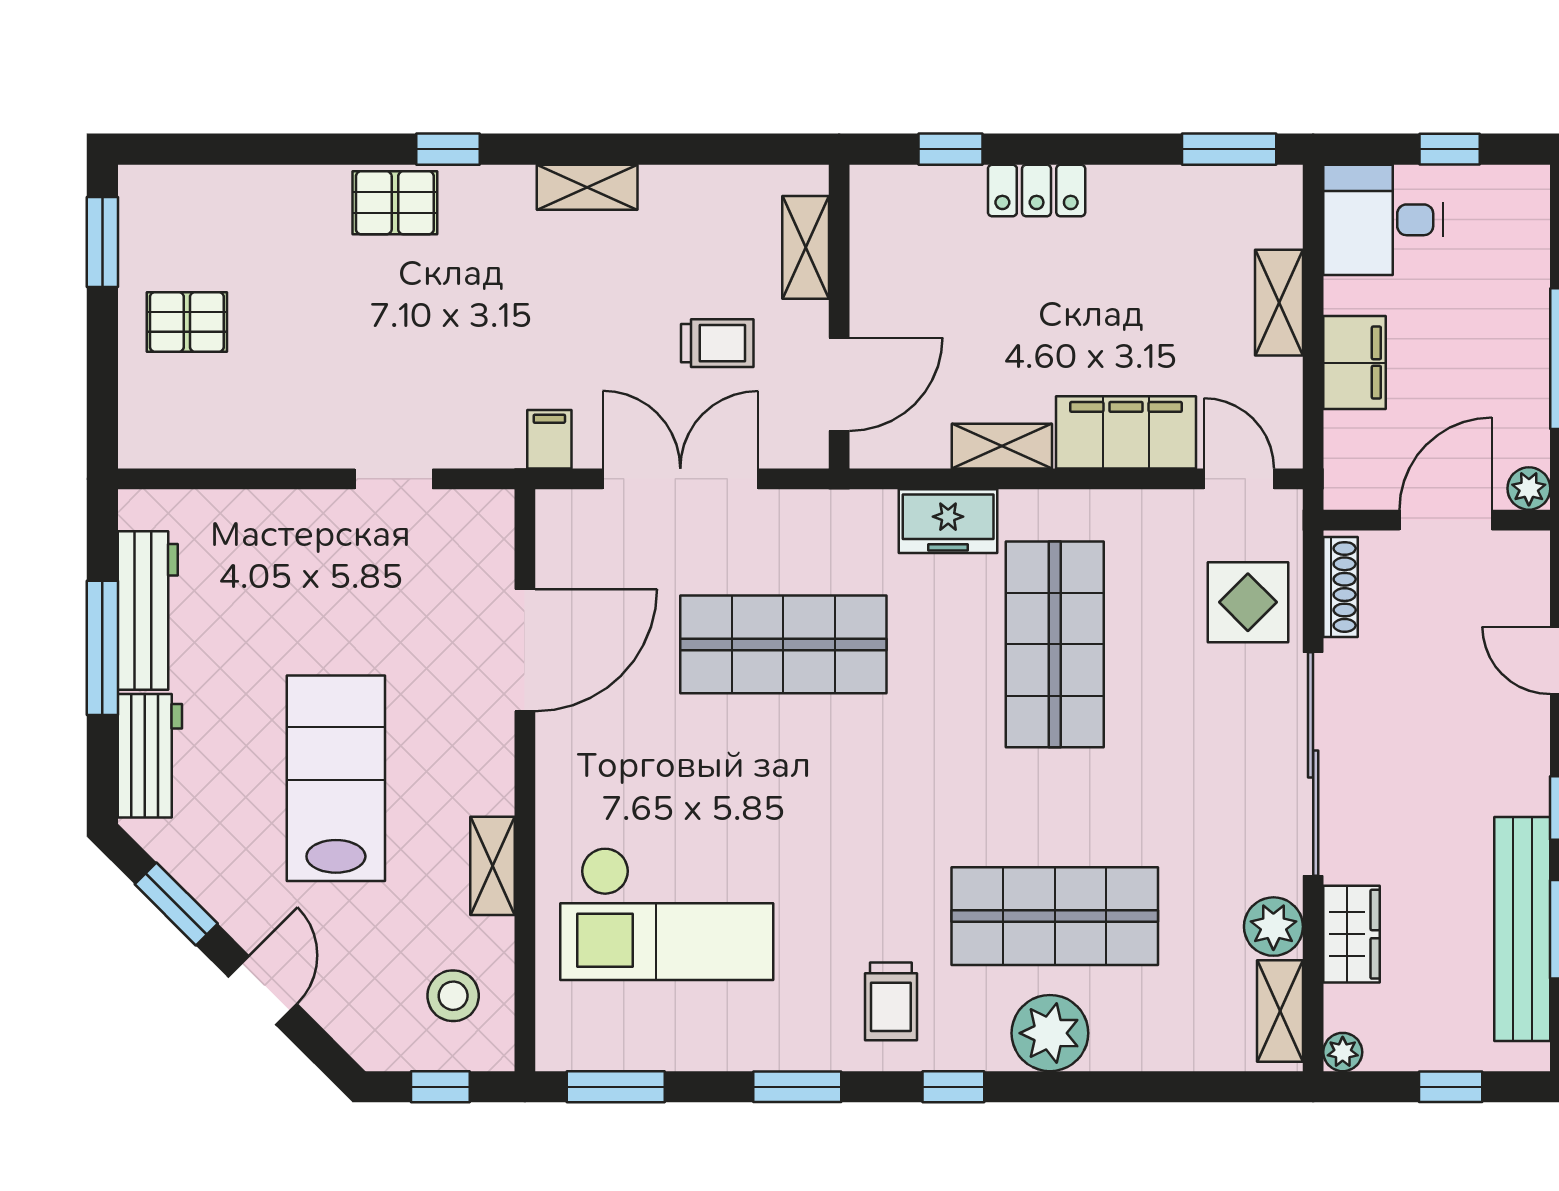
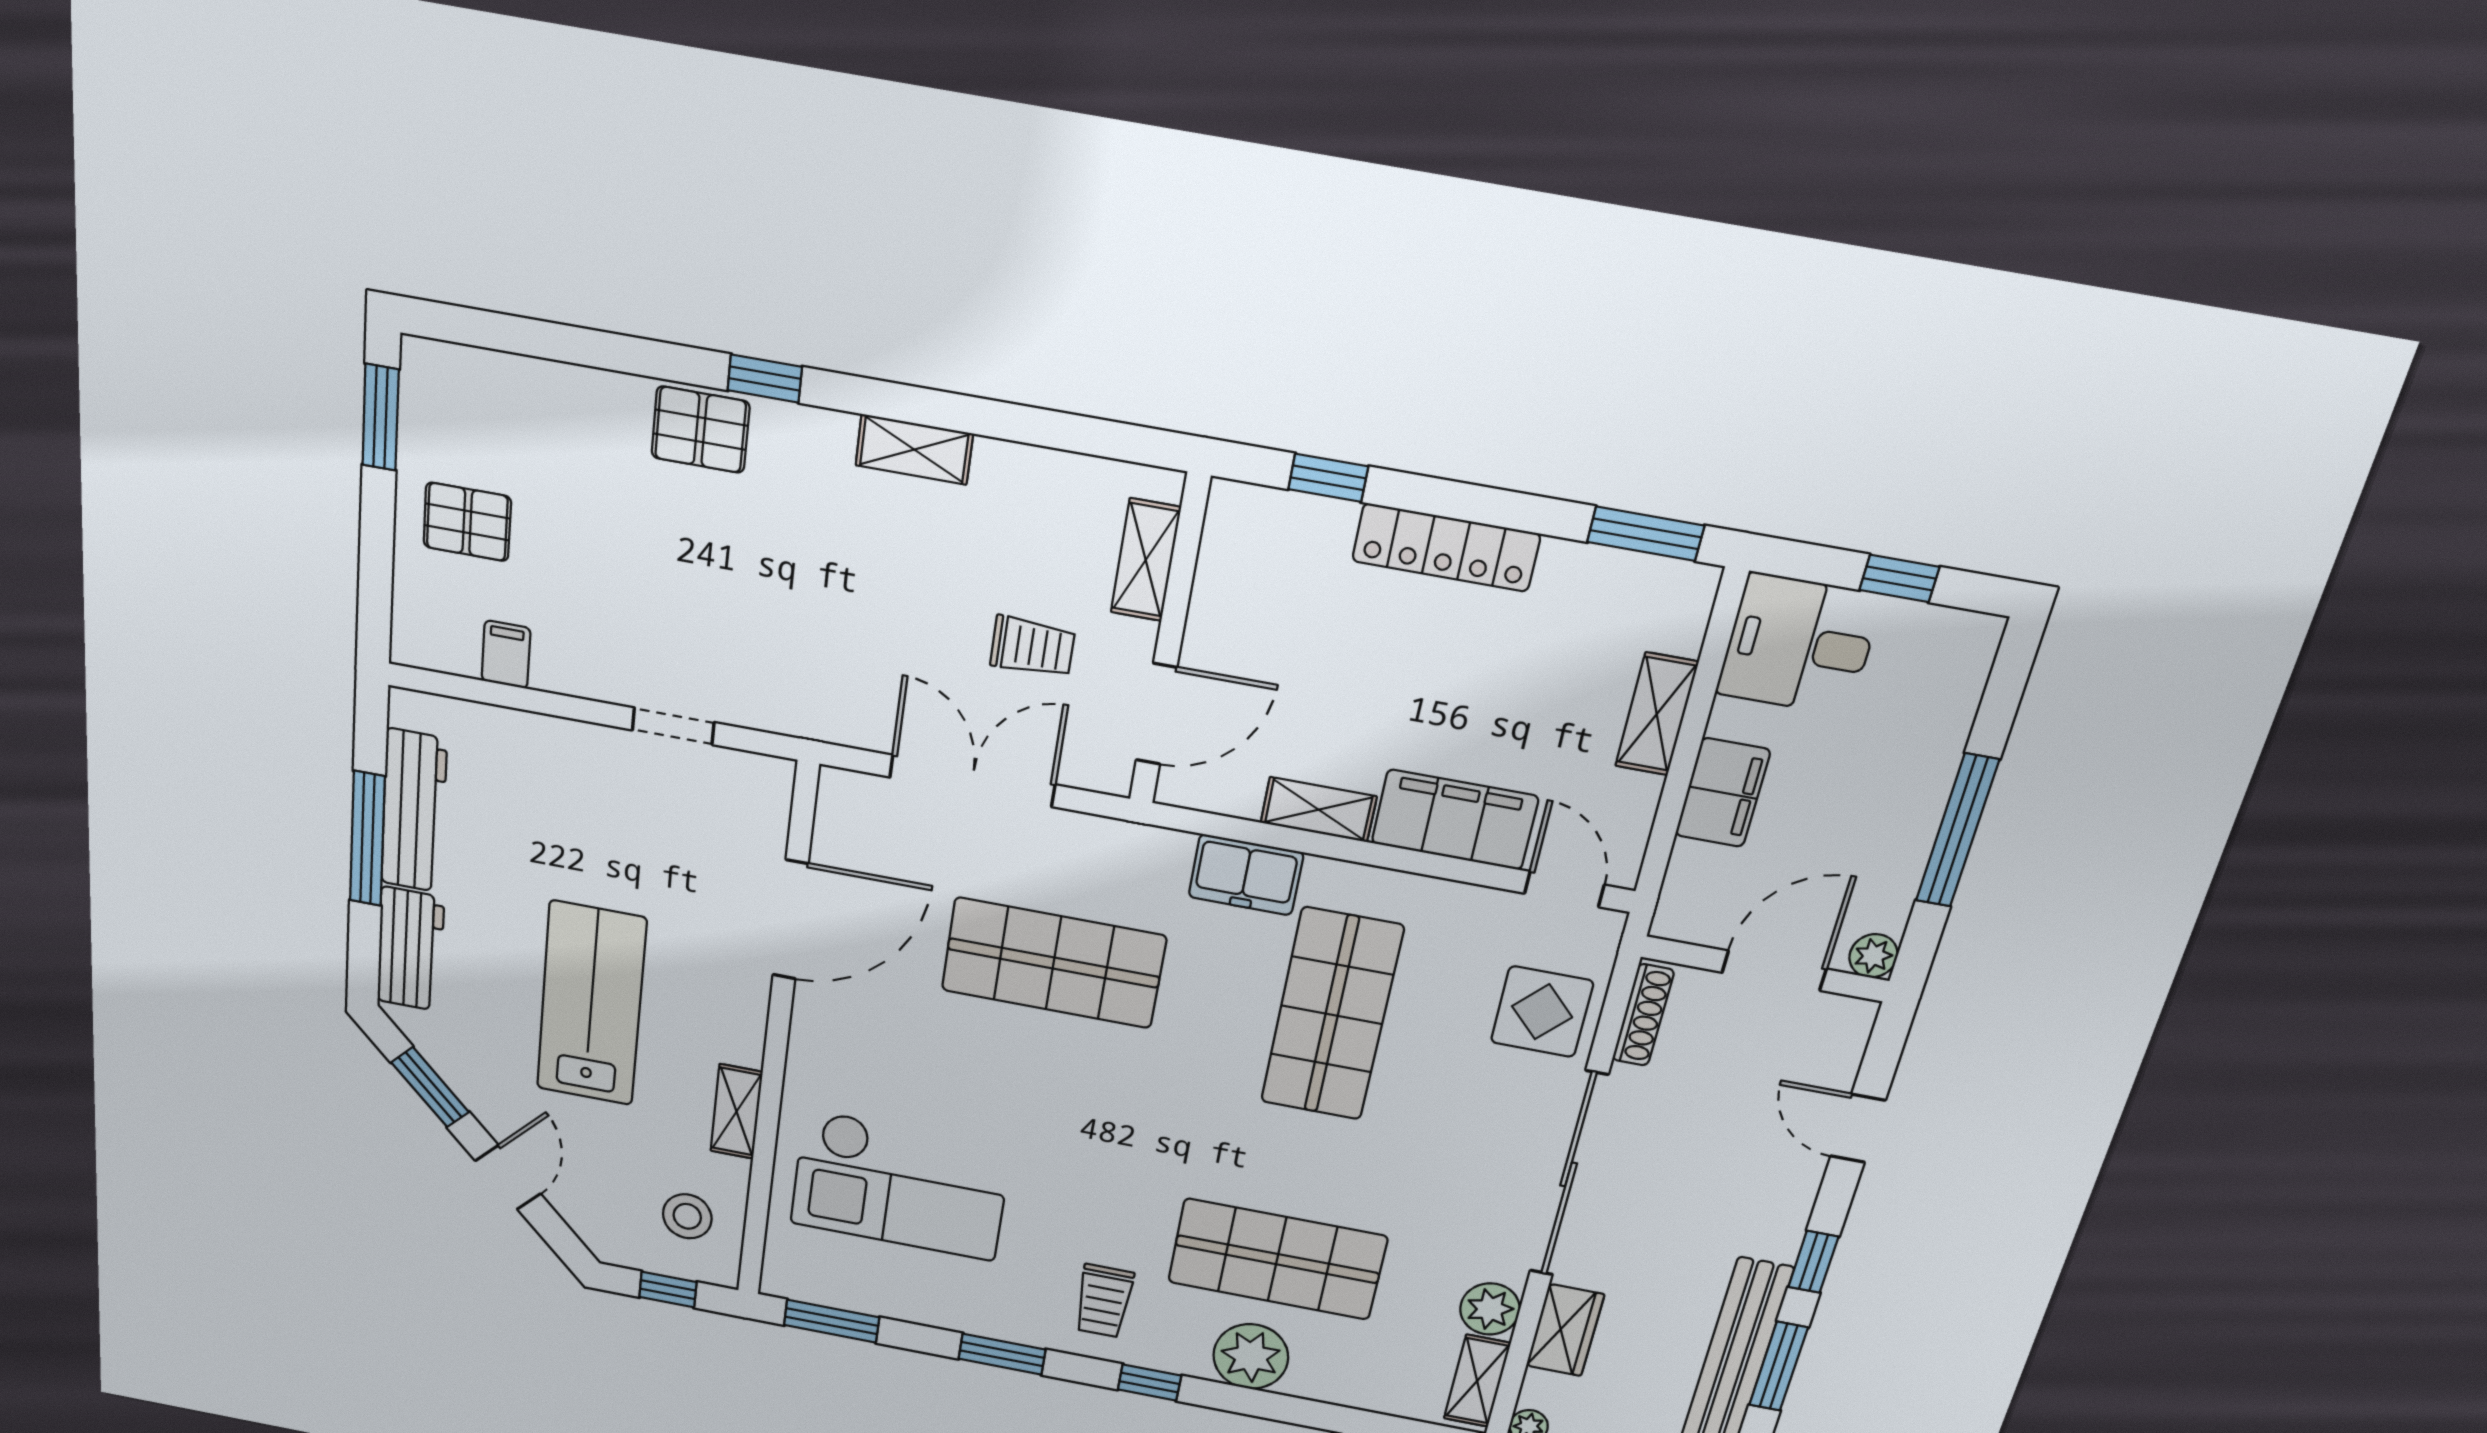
locker: (1037, 190) -> (1446, 548), width x1.53
filing cabinet: (549, 439) -> (506, 654), moved

